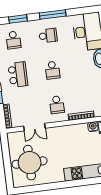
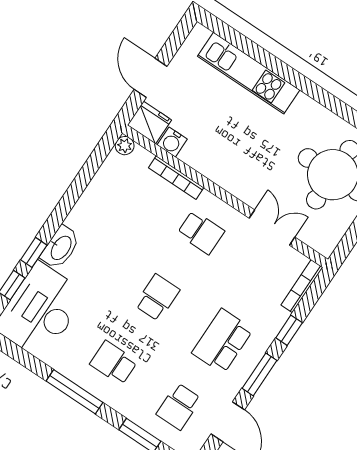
school desk: (13, 40) -> (179, 406), turned 180
school desk: (57, 105) -> (201, 232), turned 90

